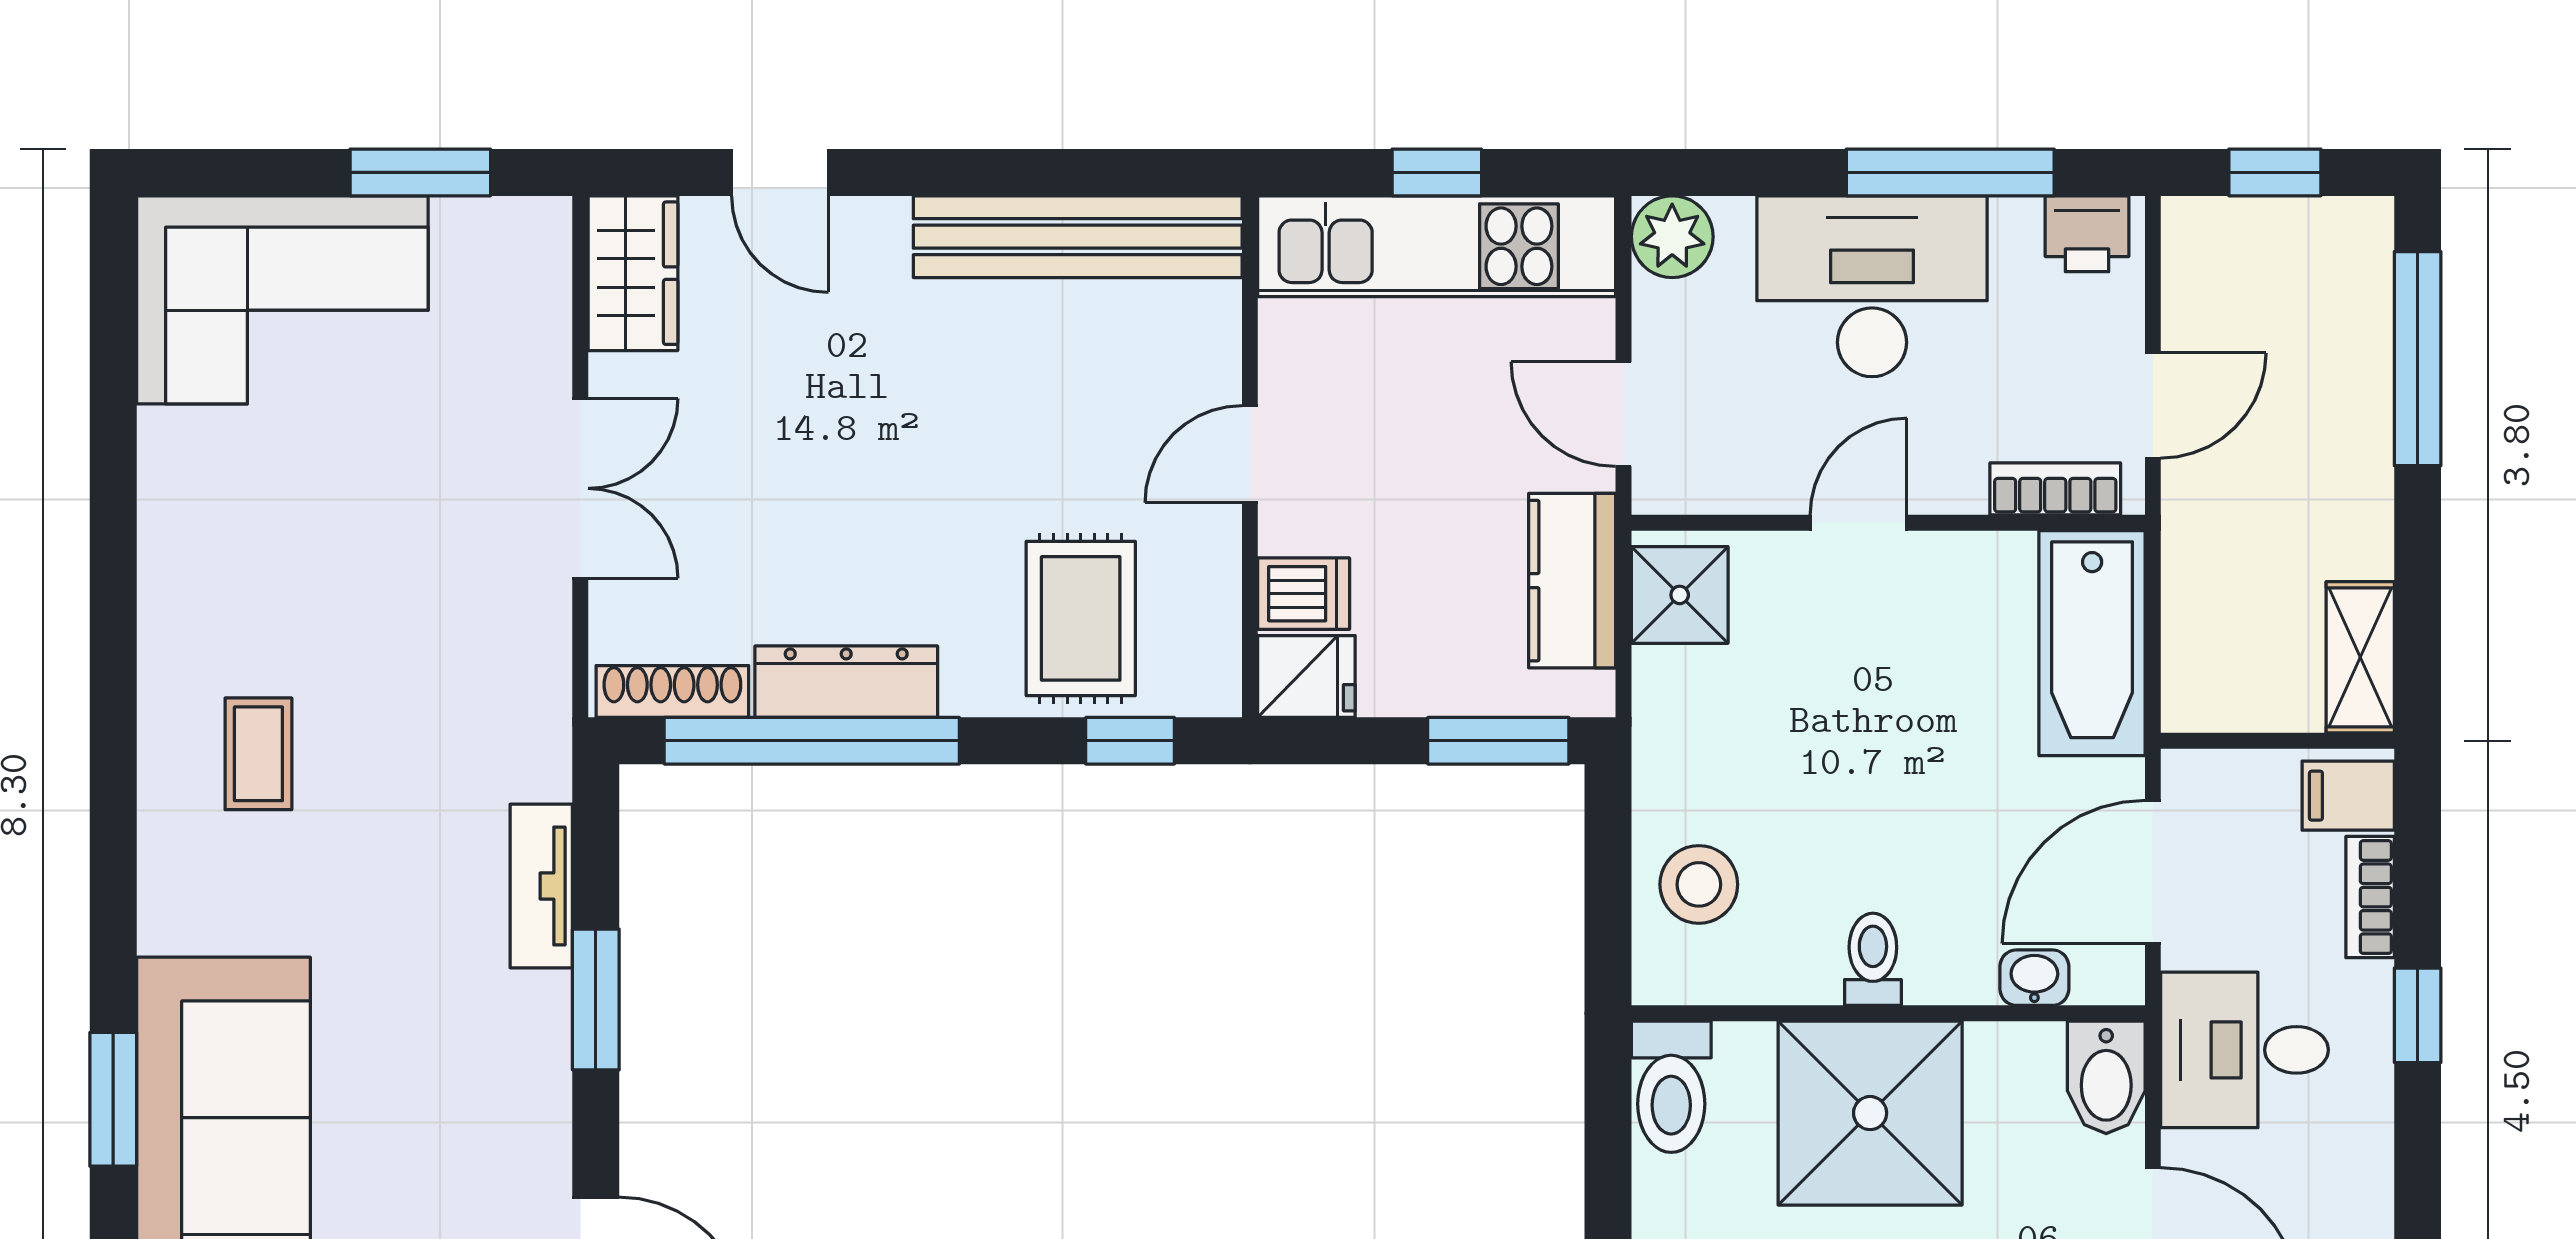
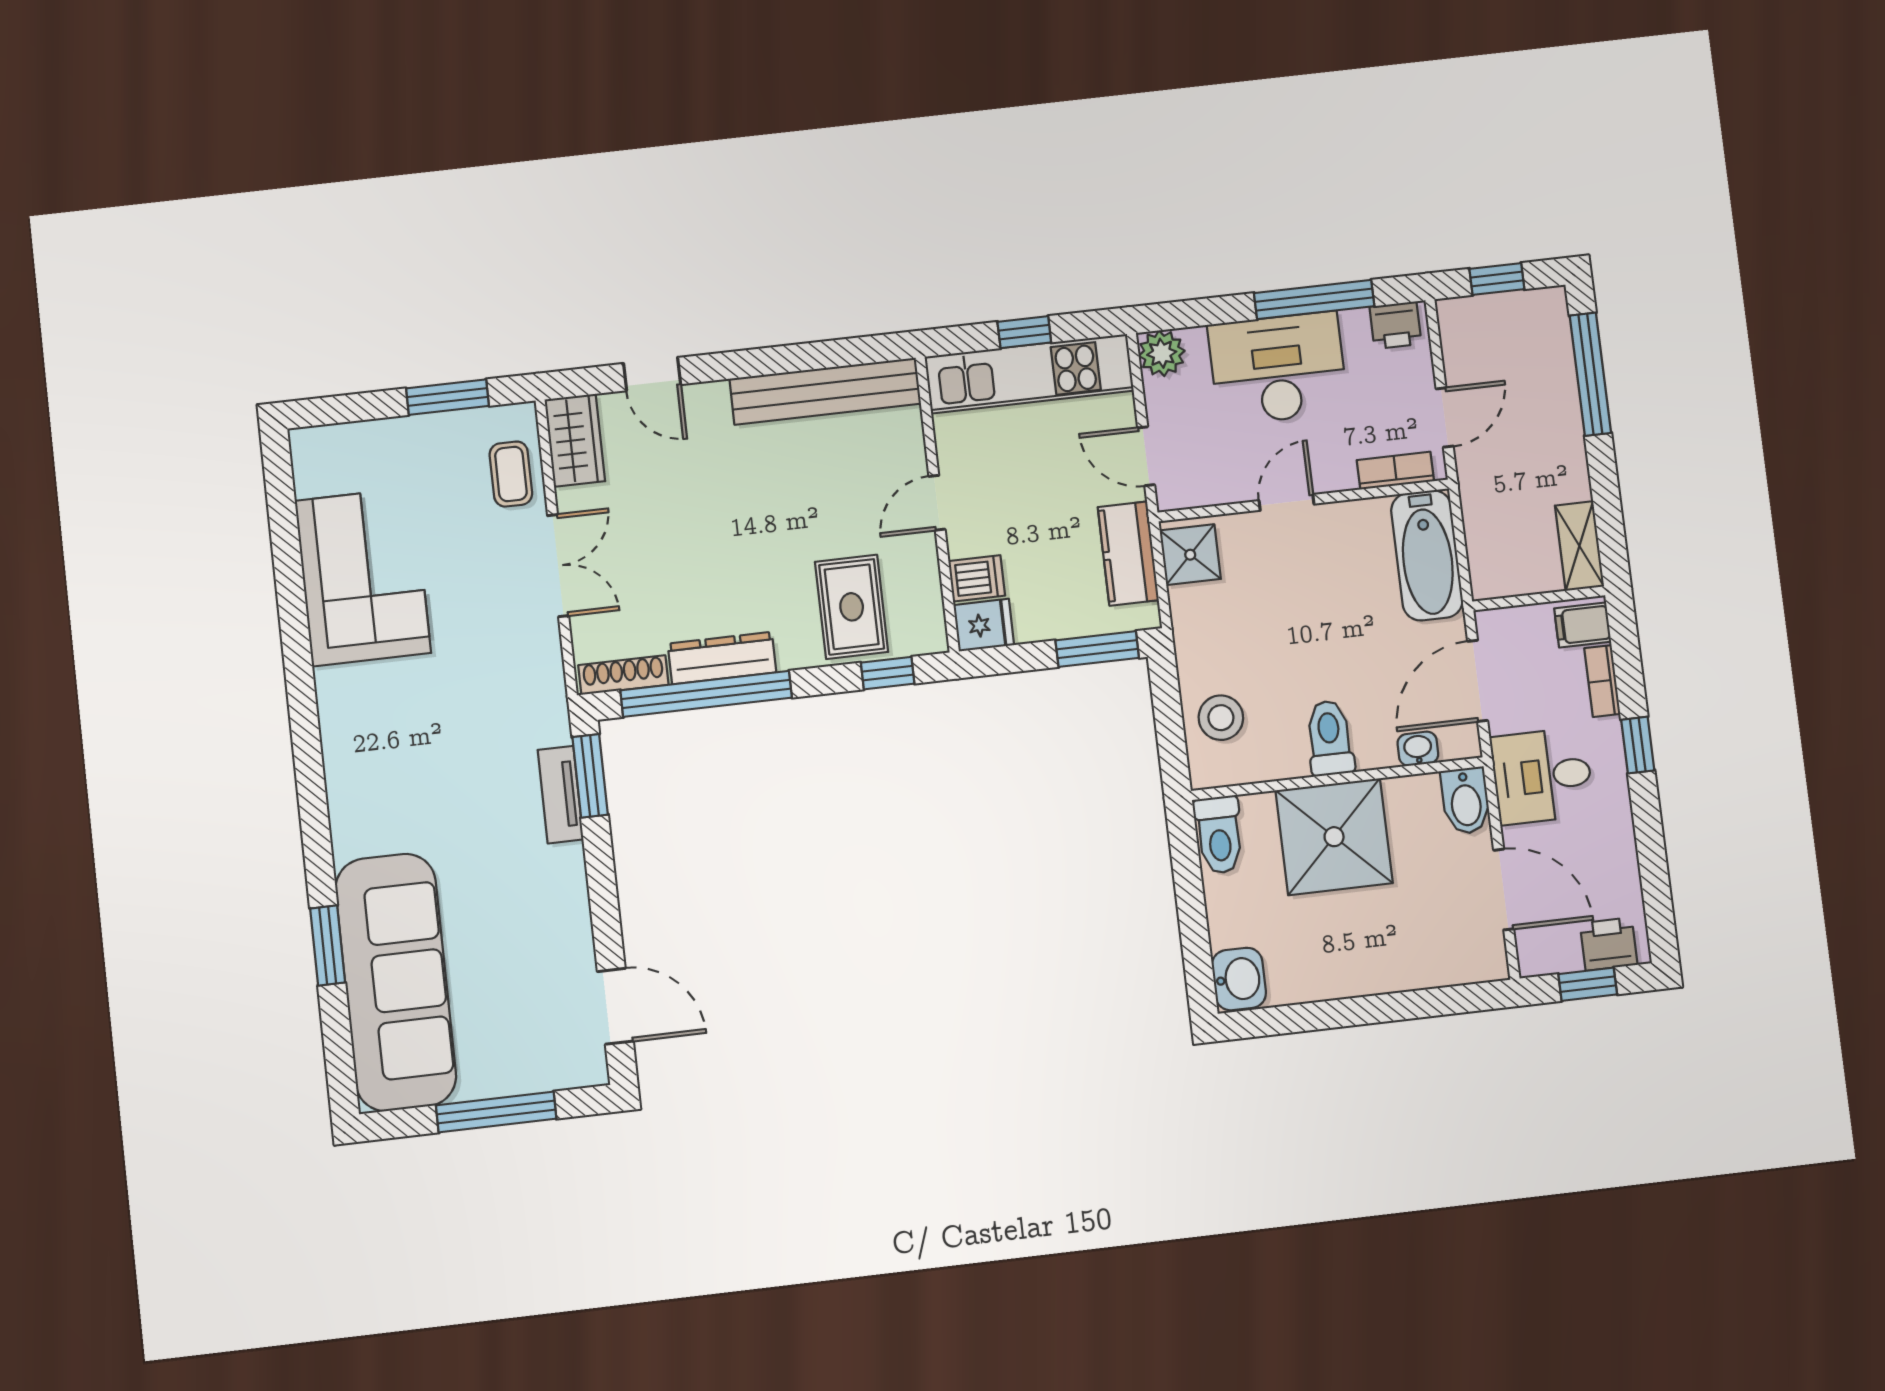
corner sofa: (282, 300) -> (363, 577), moved, turned -90
coffee table: (258, 754) -> (511, 474), moved
toilet: (1873, 959) -> (1330, 738), width x1.37, depth x1.39
window: (596, 999) -> (590, 776), moved

